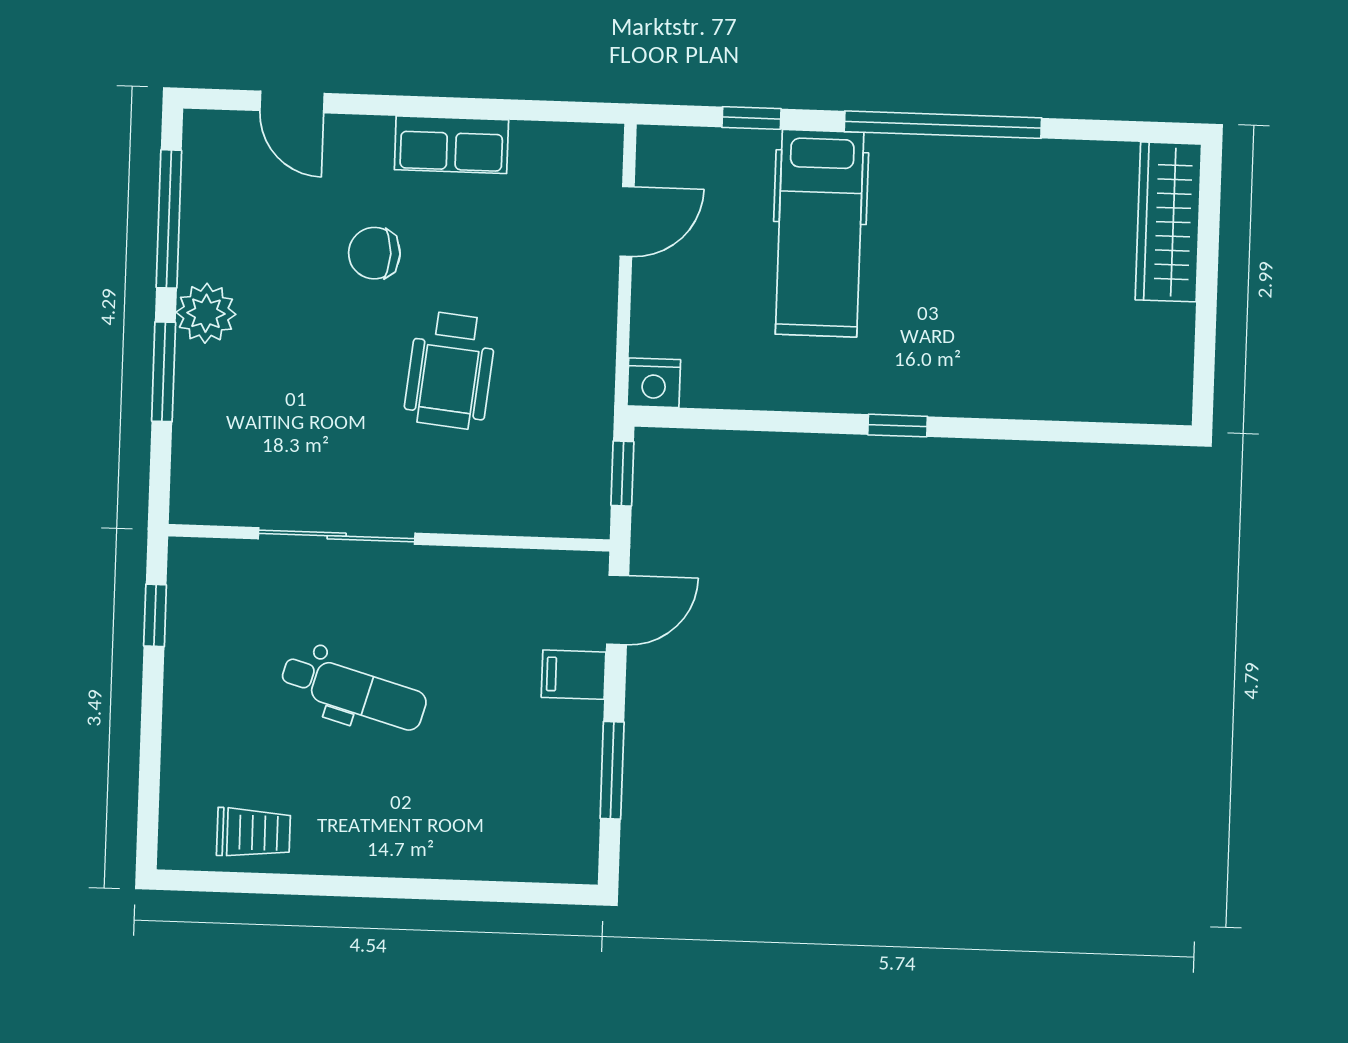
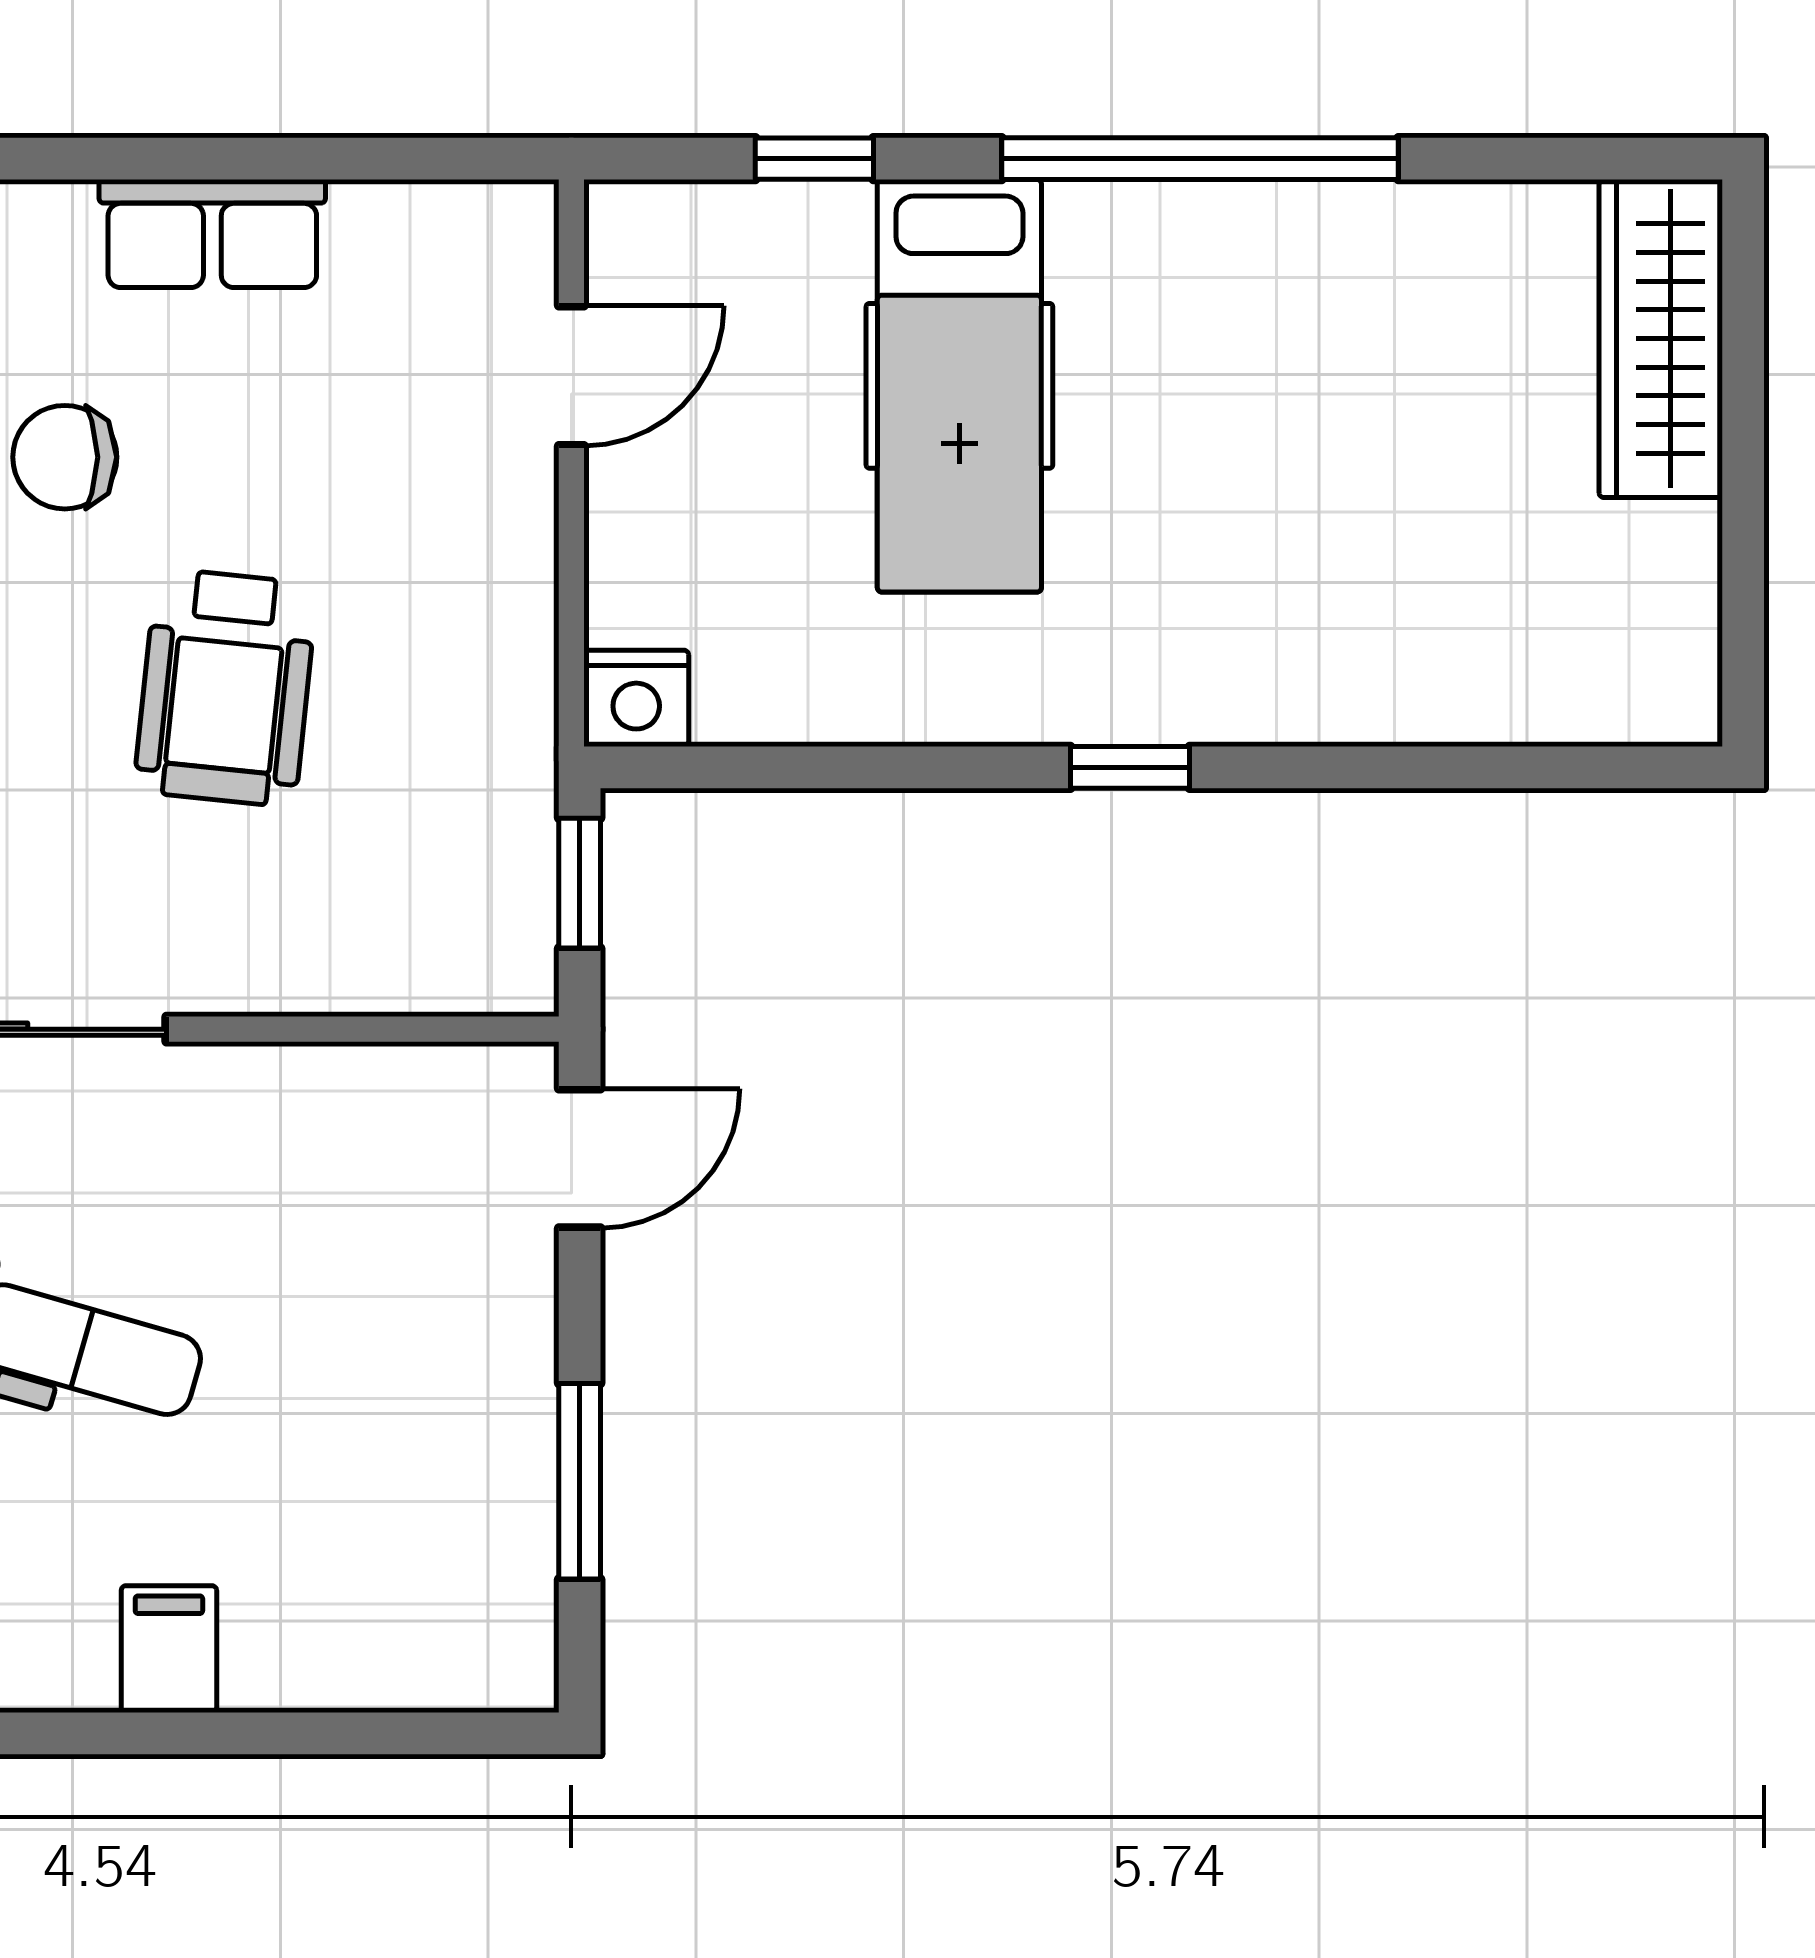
filing cabinet: (574, 675) -> (169, 1649), moved, turned 90

